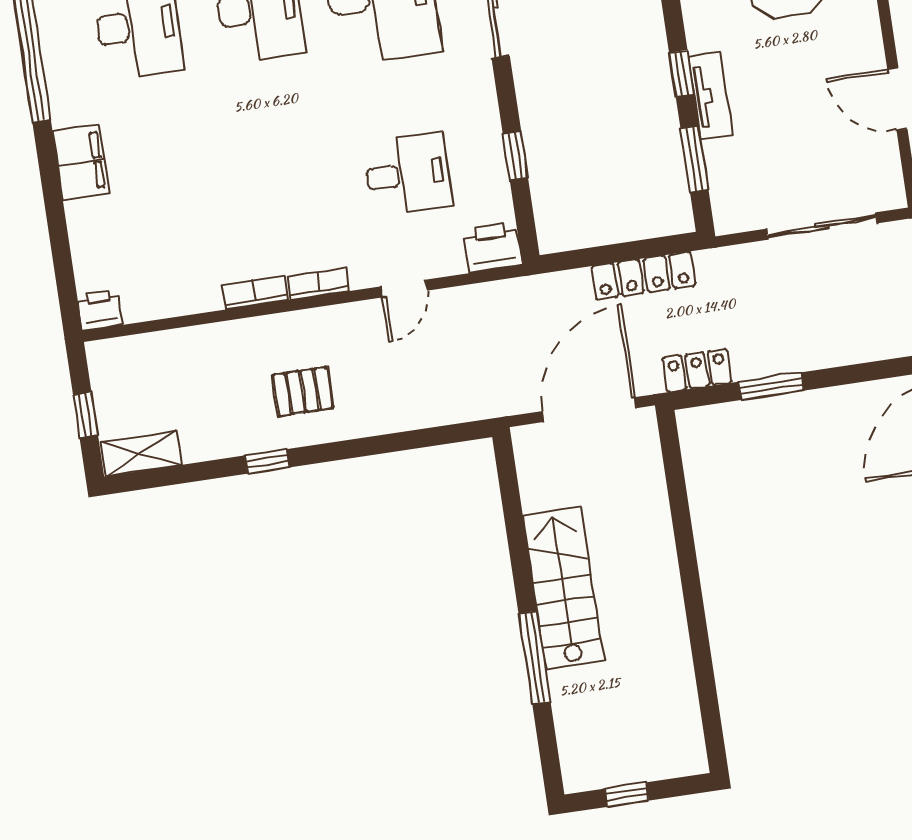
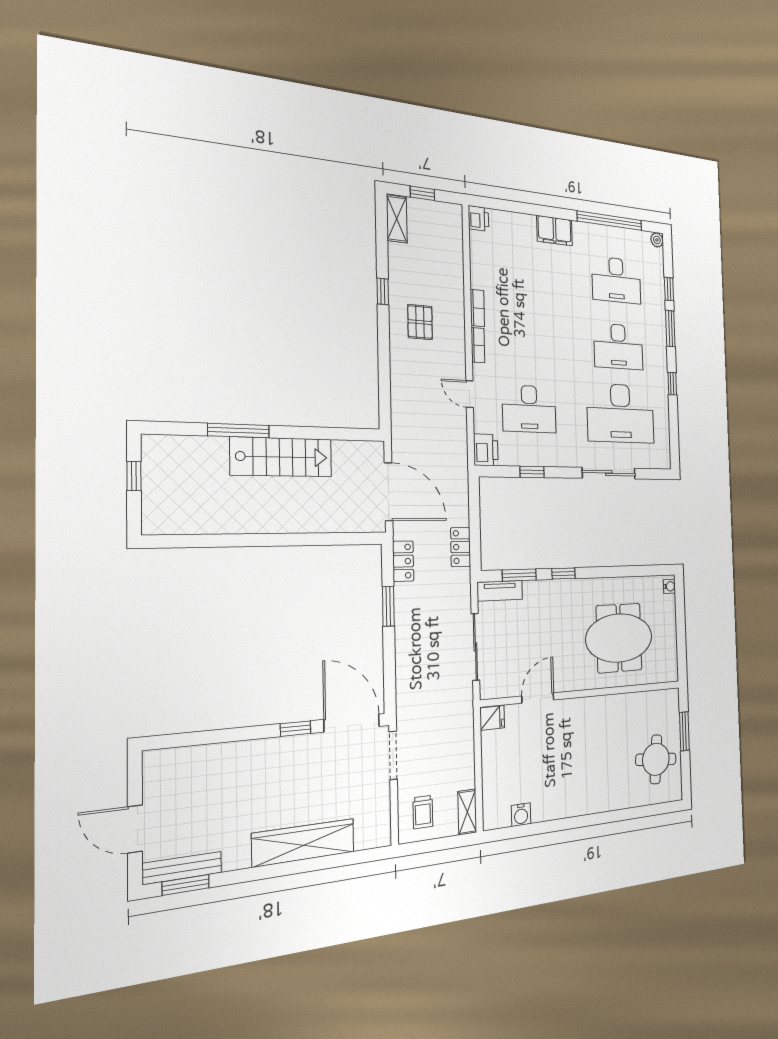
tv unit: (710, 96) -> (500, 591), moved
desk: (408, 174) -> (529, 409), width x1.37
locker: (644, 276) -> (461, 547), width x0.66

